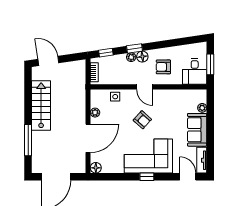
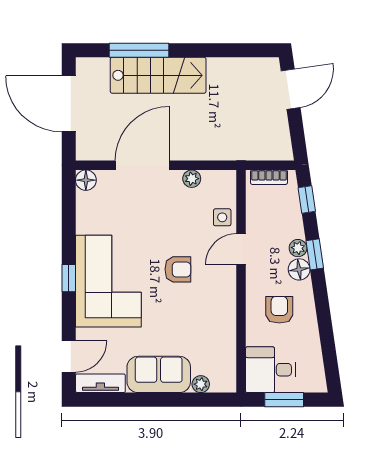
door: (145, 87) -> (241, 249), moved
stairs: (41, 105) -> (158, 75), moved
armchair: (142, 120) -> (178, 269), turned -132
door: (88, 138) -> (142, 165), swing flipped

